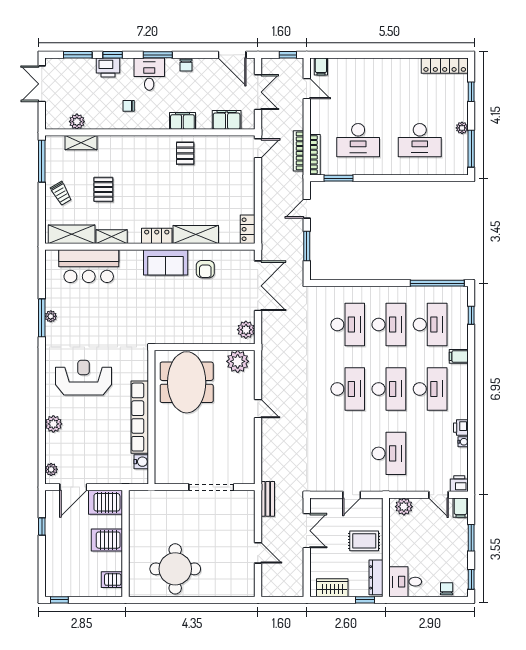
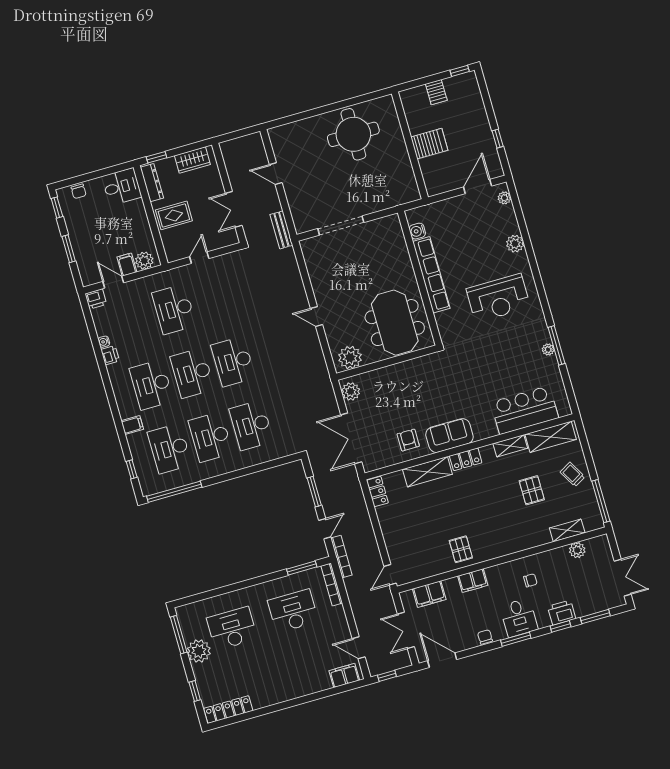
filing cabinet: (321, 66) -> (344, 675), width x2.00
plant: (462, 128) -> (199, 651), width x1.87, depth x1.87
bookcase: (299, 151) -> (341, 556), moved
server rack: (106, 502) -> (441, 181), removed
filing cabinet: (460, 508) -> (127, 265), moved
server rack: (112, 580) -> (436, 92), moved, turned 90

